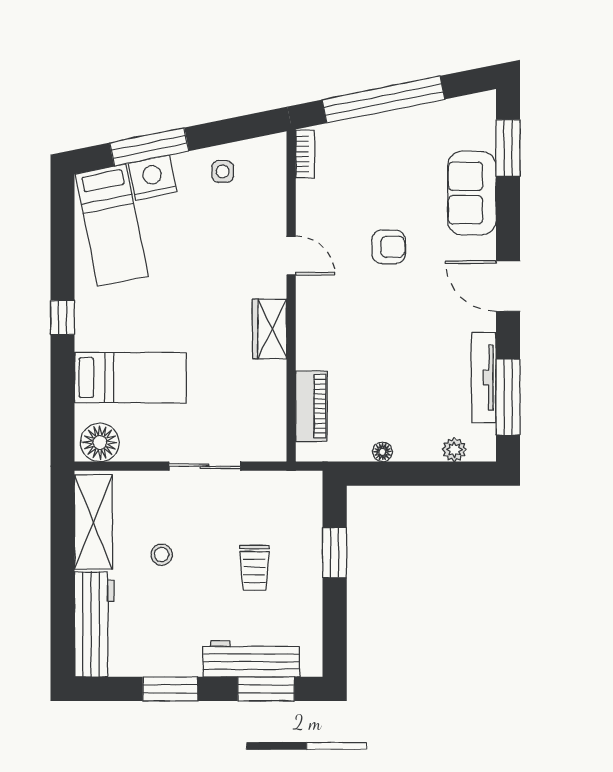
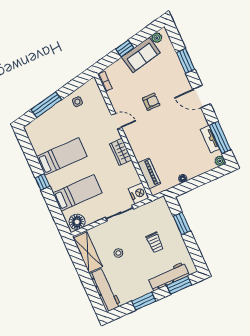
window: (383, 100) -> (125, 48), width x0.32
plant: (466, 108) -> (157, 38), added
window: (508, 148) -> (186, 61), moved
nightstand: (153, 178) -> (139, 193), moved, turned 101
sofa: (472, 193) -> (141, 55), moved, turned -101
bed: (112, 225) -> (62, 156), moved, turned -79
tv unit: (484, 378) -> (210, 139), width x0.71
plant: (454, 450) -> (220, 161), moved

